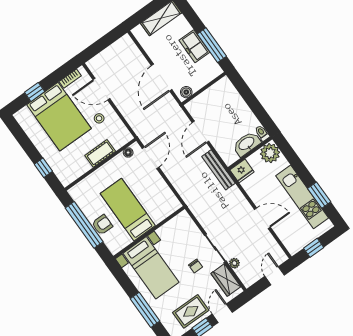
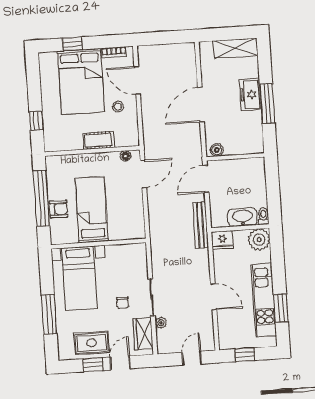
wall: (204, 89) -> (235, 157), moved
boiler: (186, 92) -> (217, 150), moved

